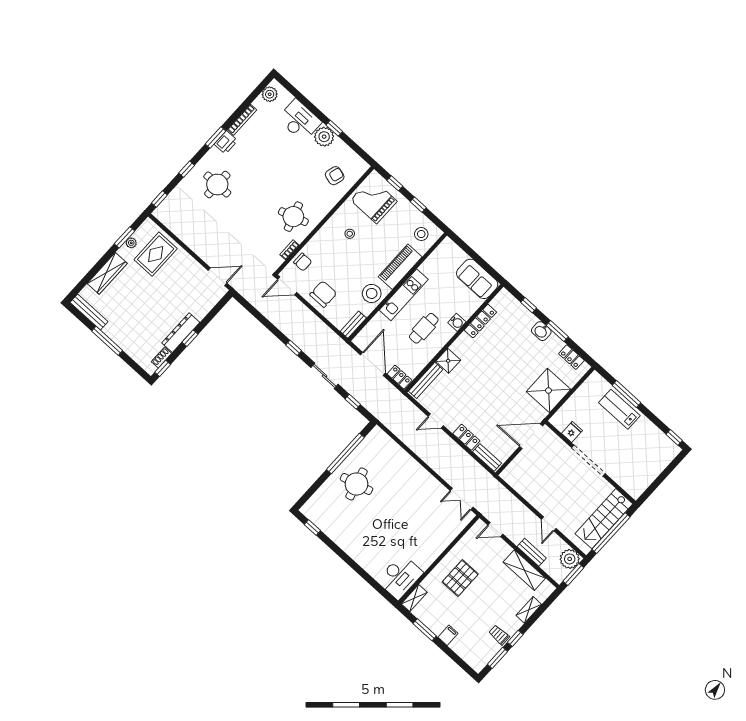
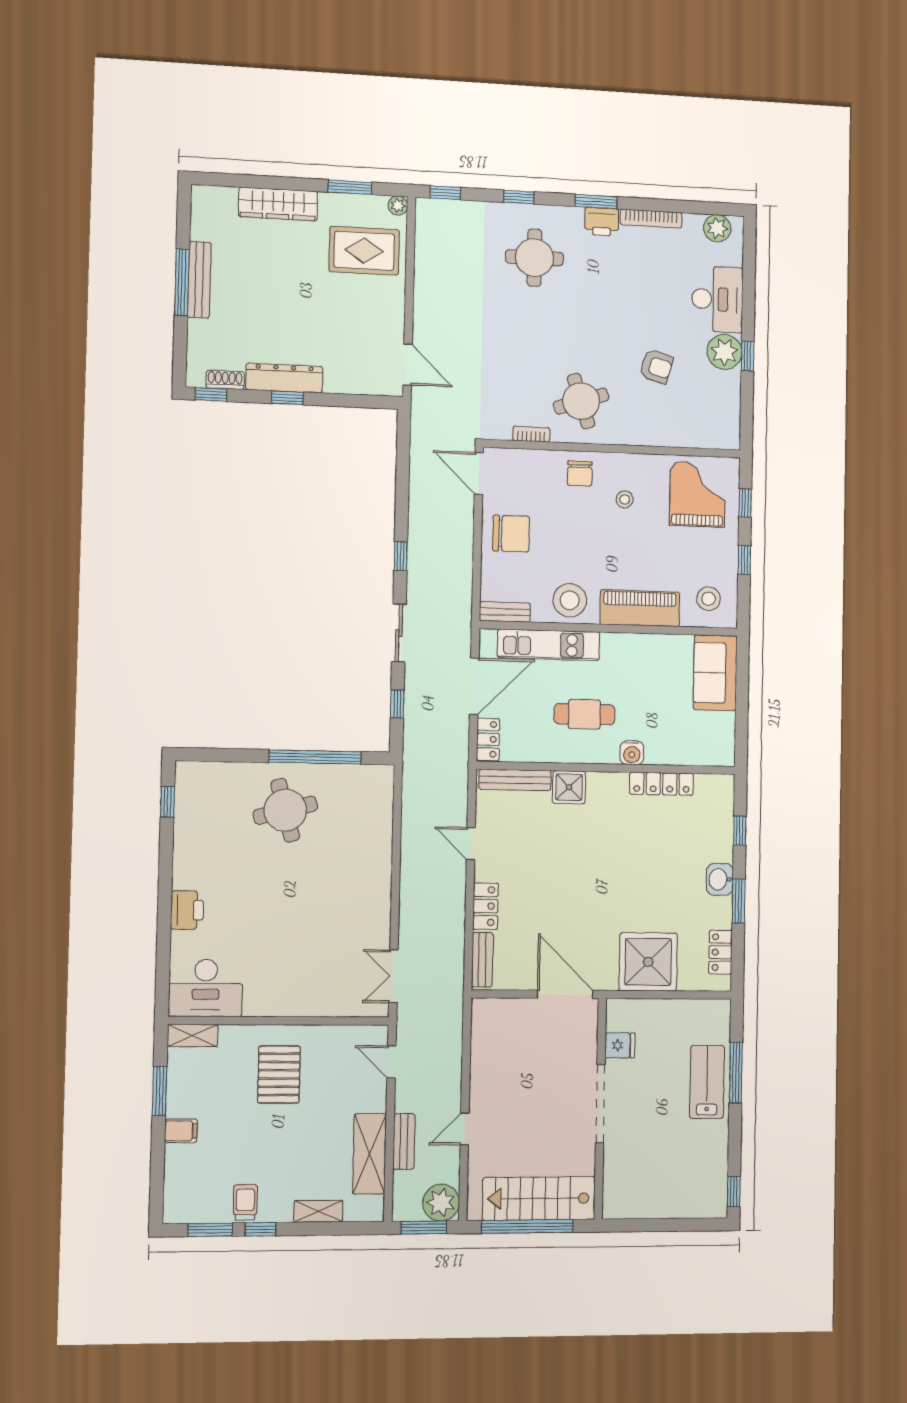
armchair: (335, 176) -> (656, 367), moved
plant: (131, 243) -> (398, 206), moved
chair: (303, 262) -> (580, 474), moved
sofa: (477, 279) -> (715, 673), moved
kitchen unit: (404, 295) -> (549, 645), moved
bench: (89, 312) -> (199, 280), moved
printer: (362, 557) -> (187, 910), added
pallet: (460, 578) -> (279, 1074), turned 90

